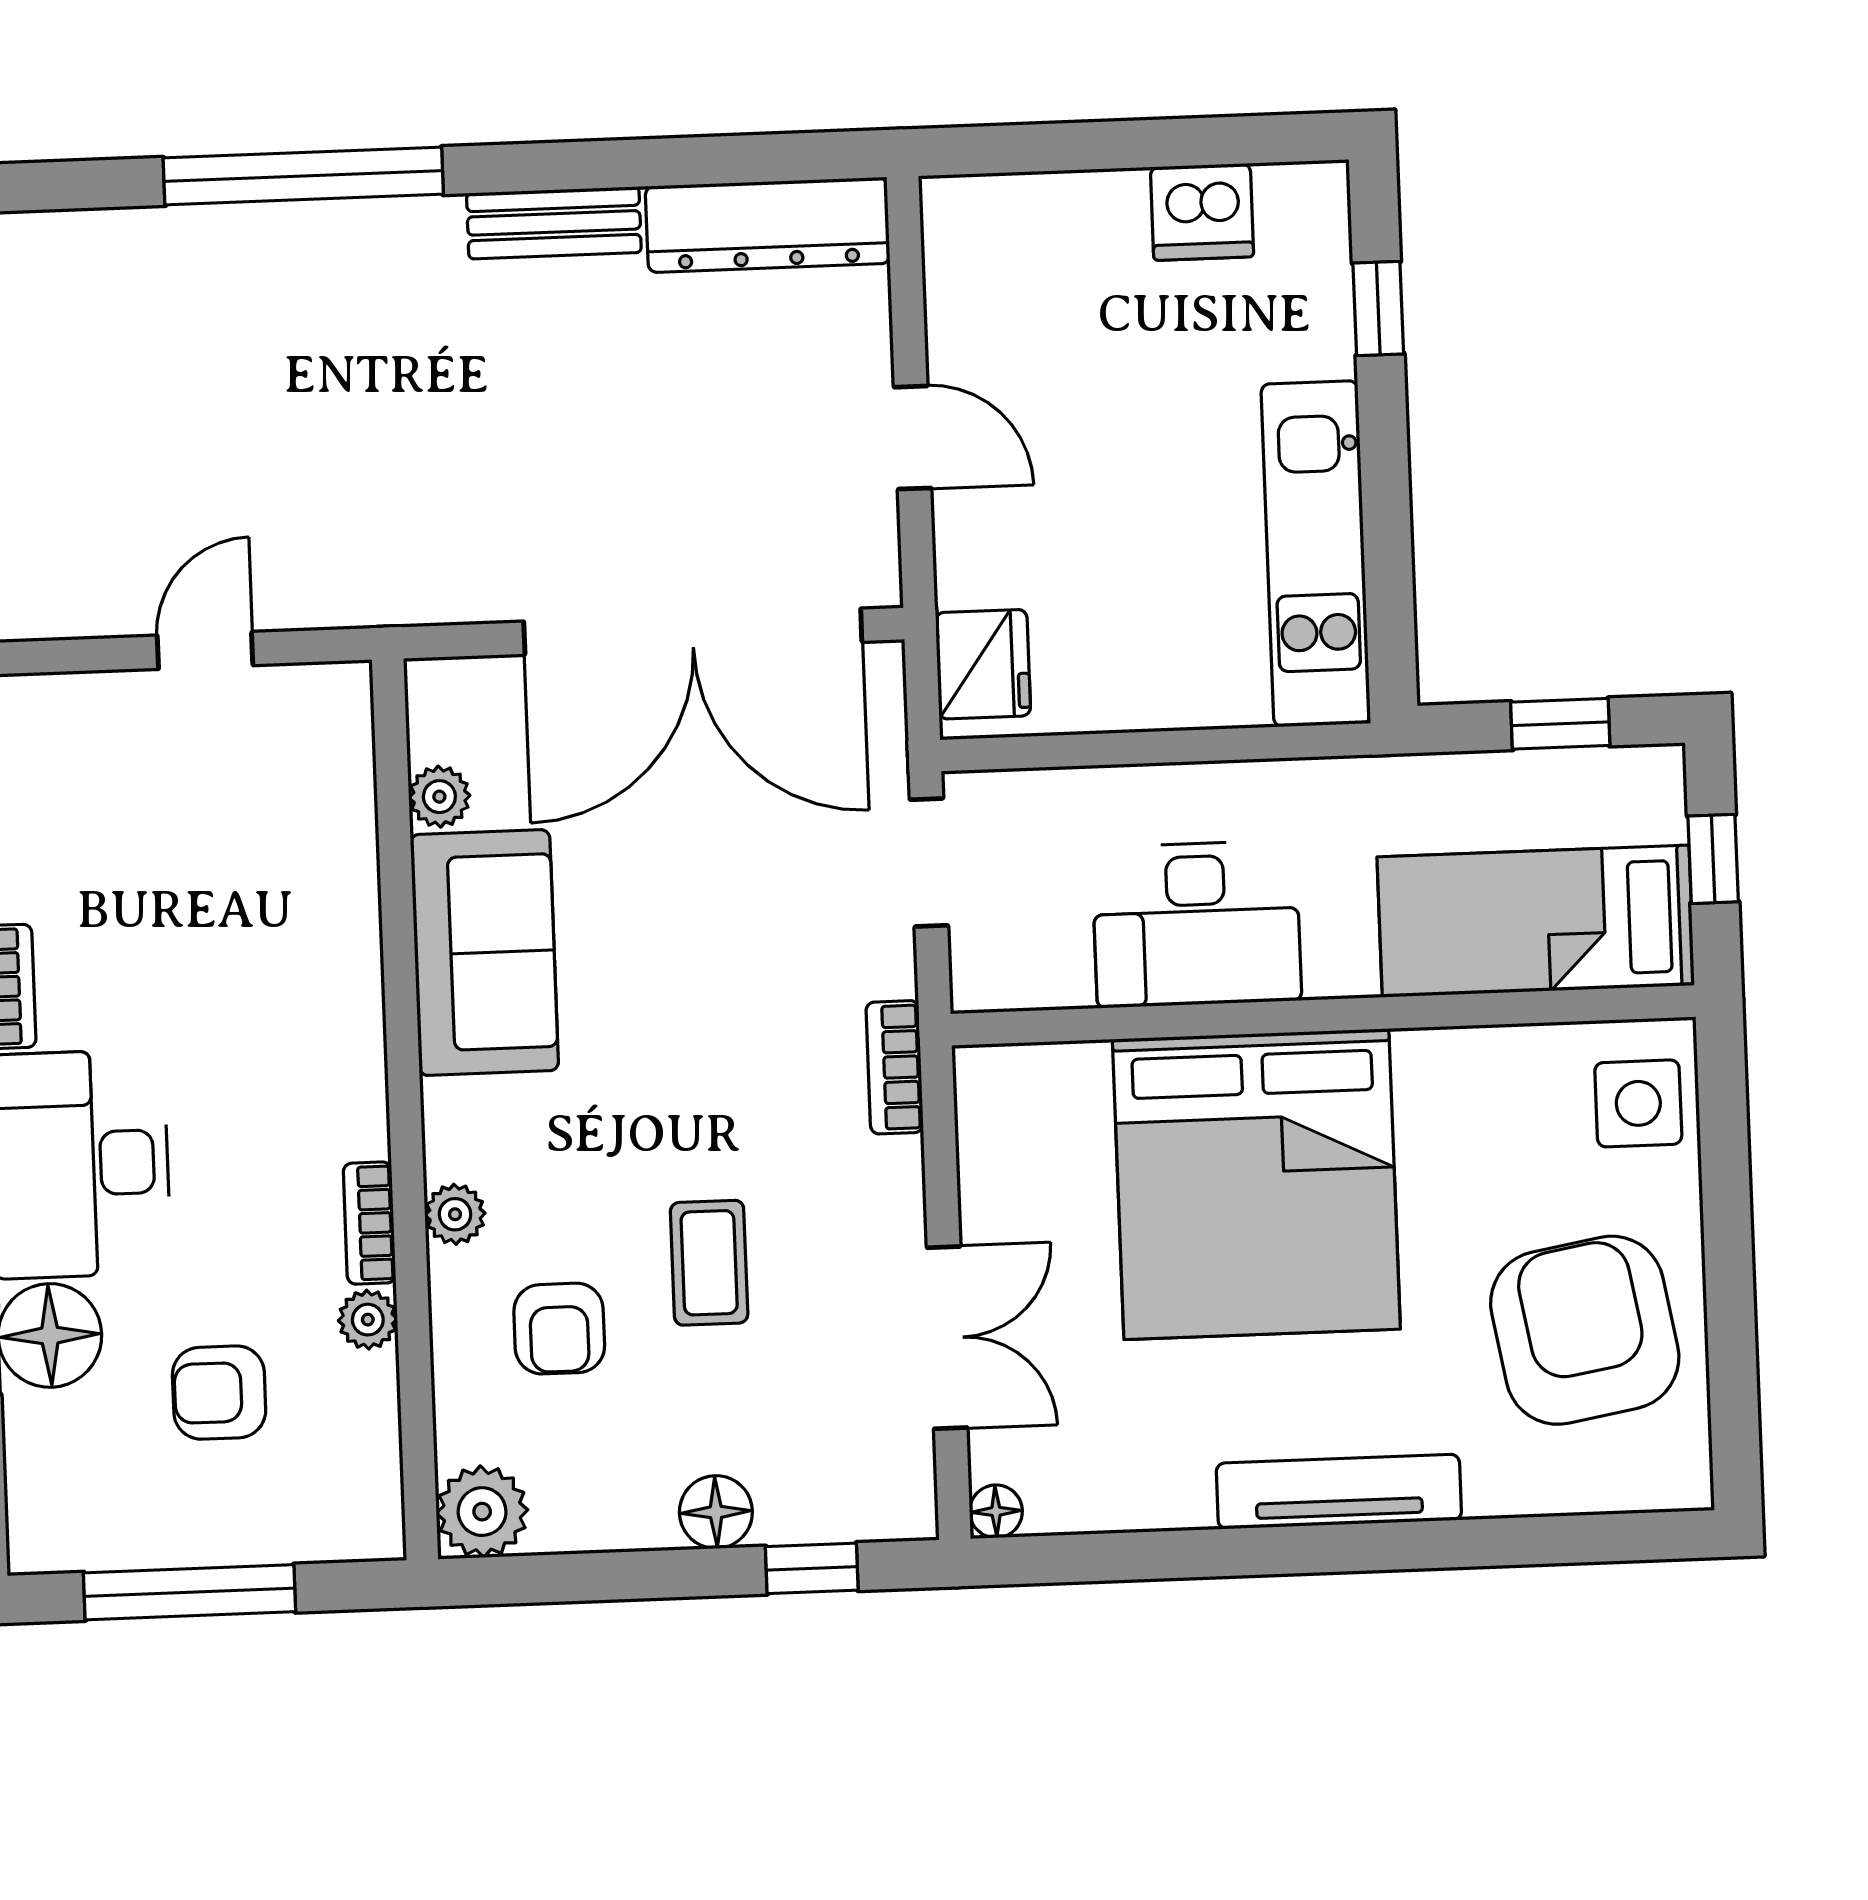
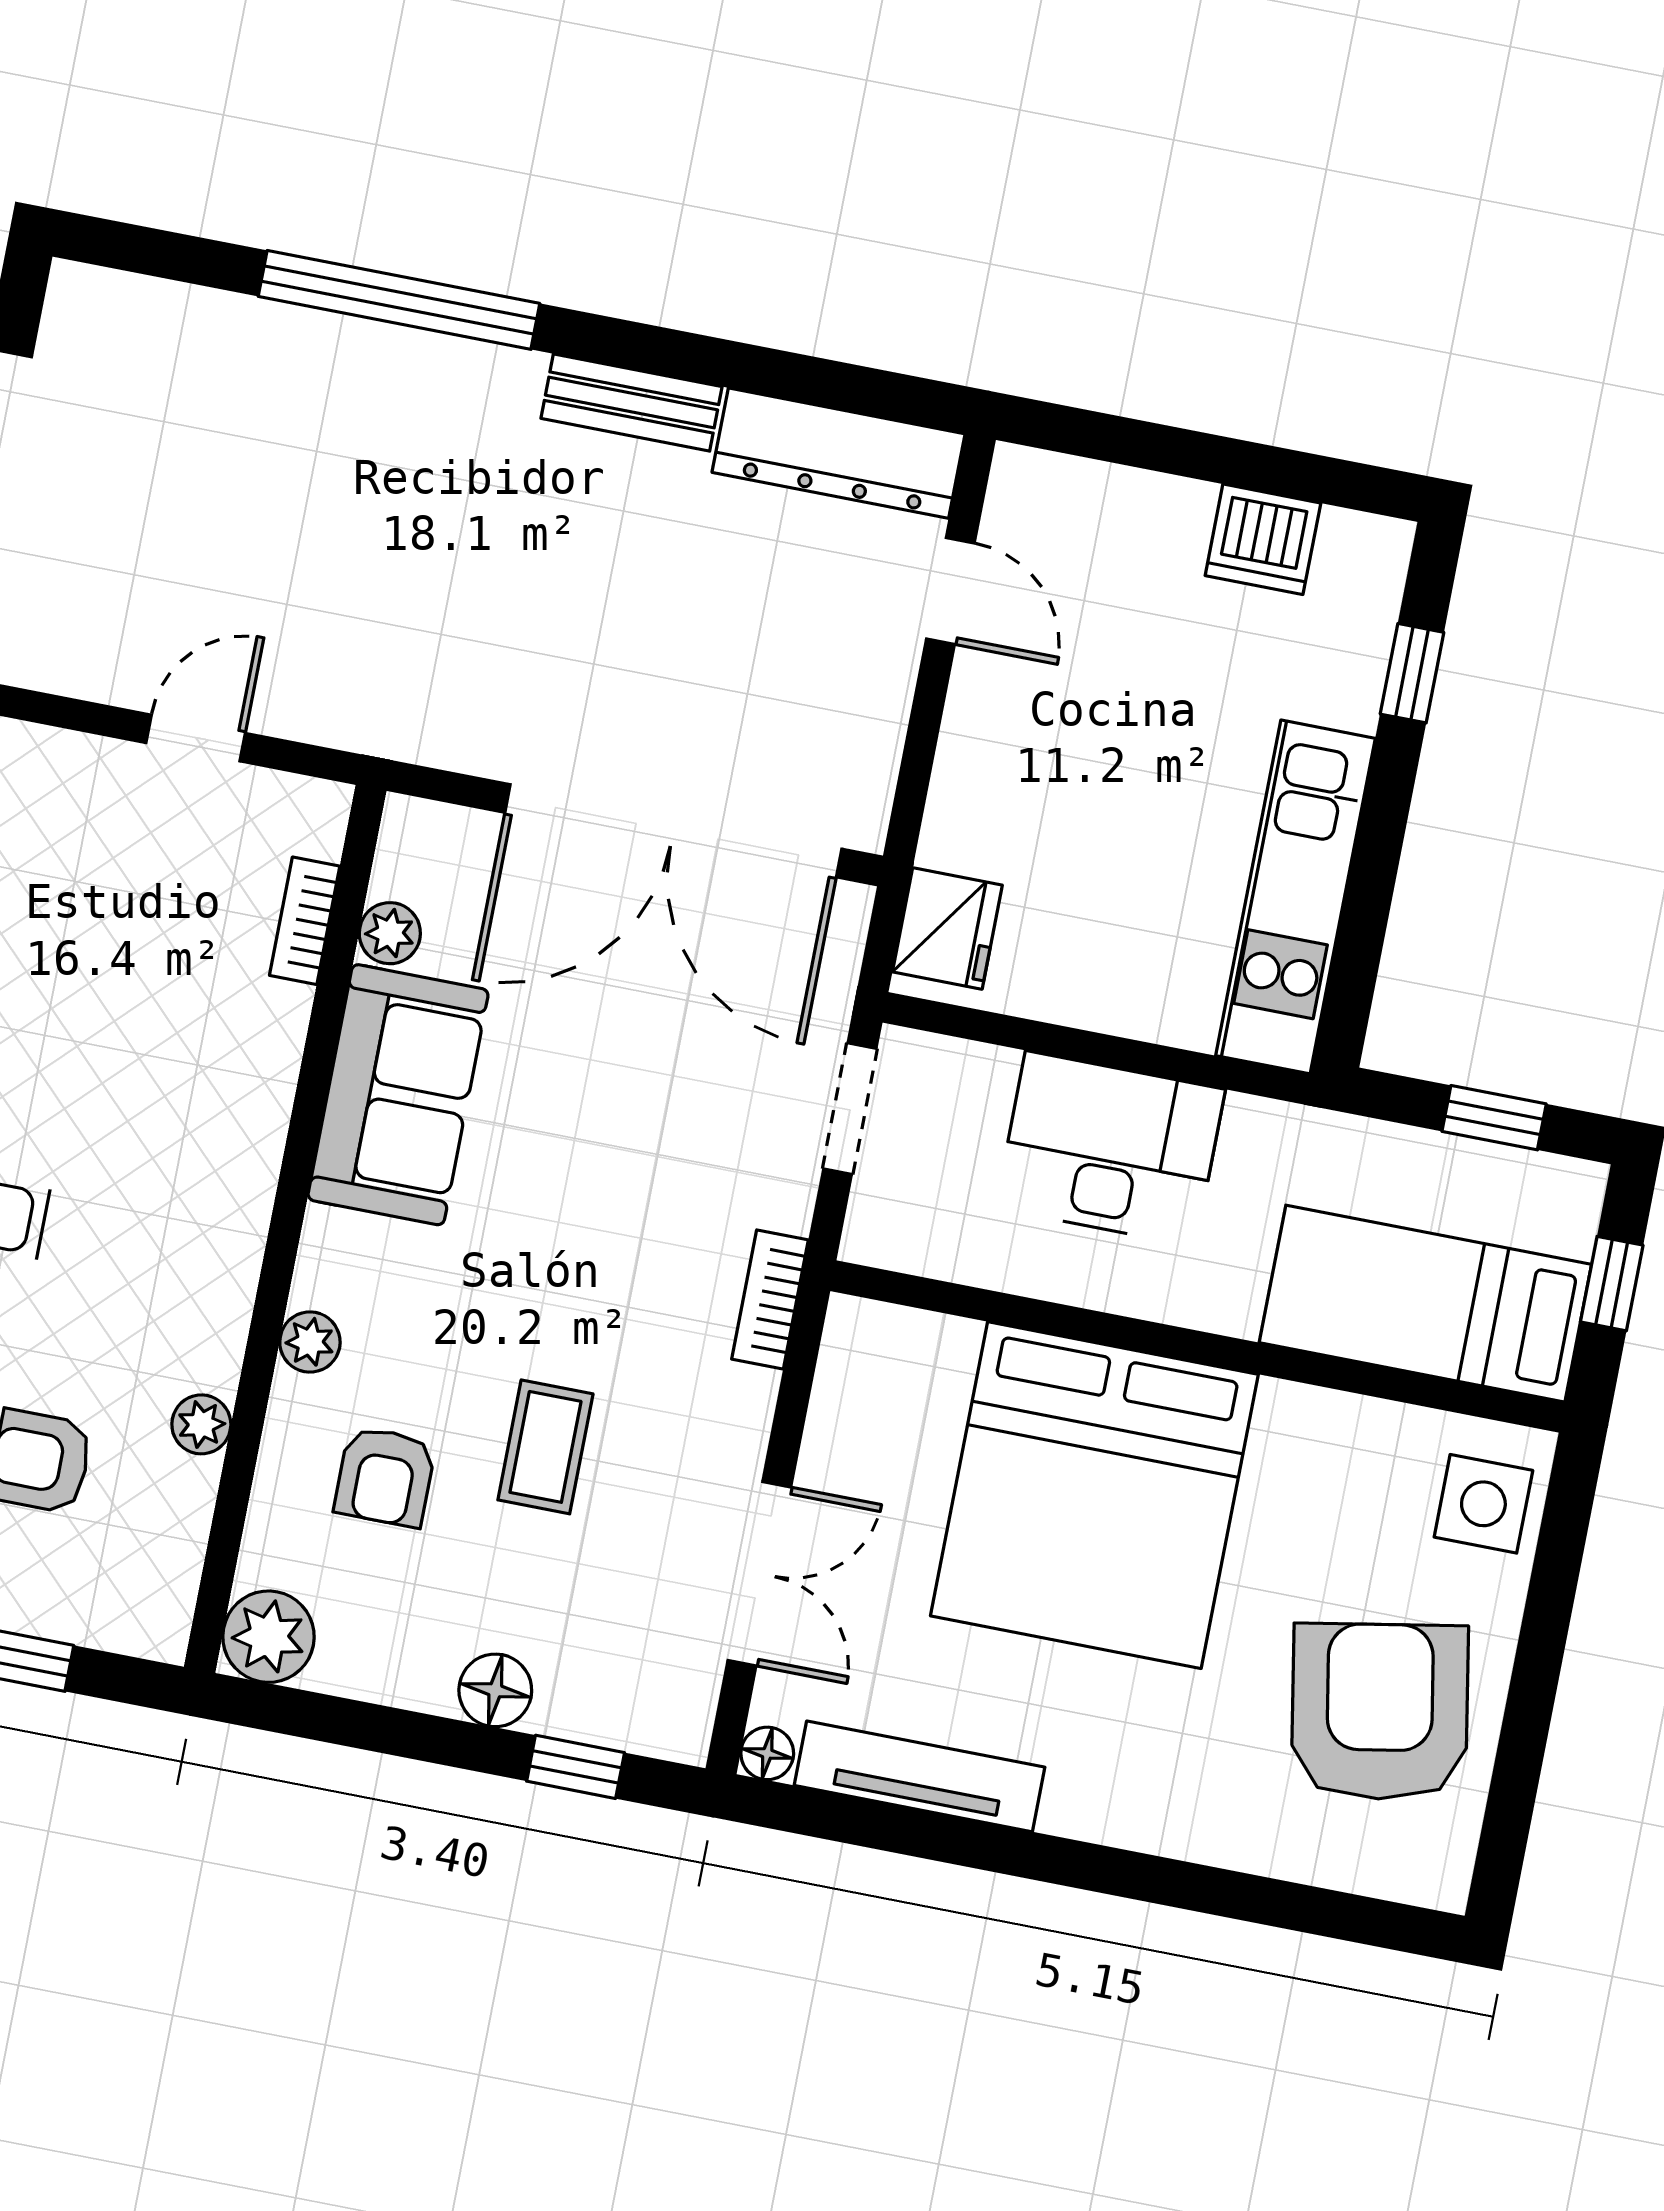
door: (913, 438) -> (950, 591), moved
desk: (1197, 924) -> (1110, 1149), moved, turned 180
bookcase: (369, 1223) -> (305, 921), moved
tv unit: (1339, 1492) -> (920, 1776), moved

